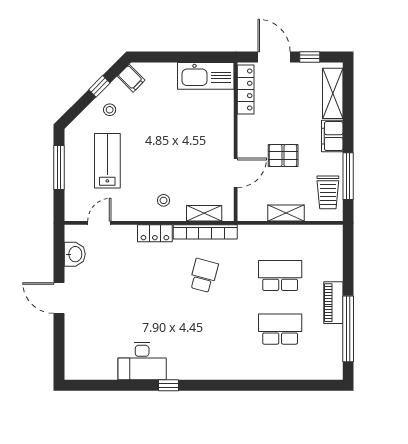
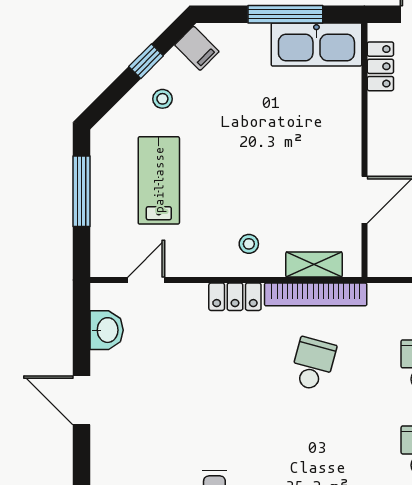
window: (186, 57) -> (285, 14), added
locker: (246, 89) -> (380, 66), width x0.66

